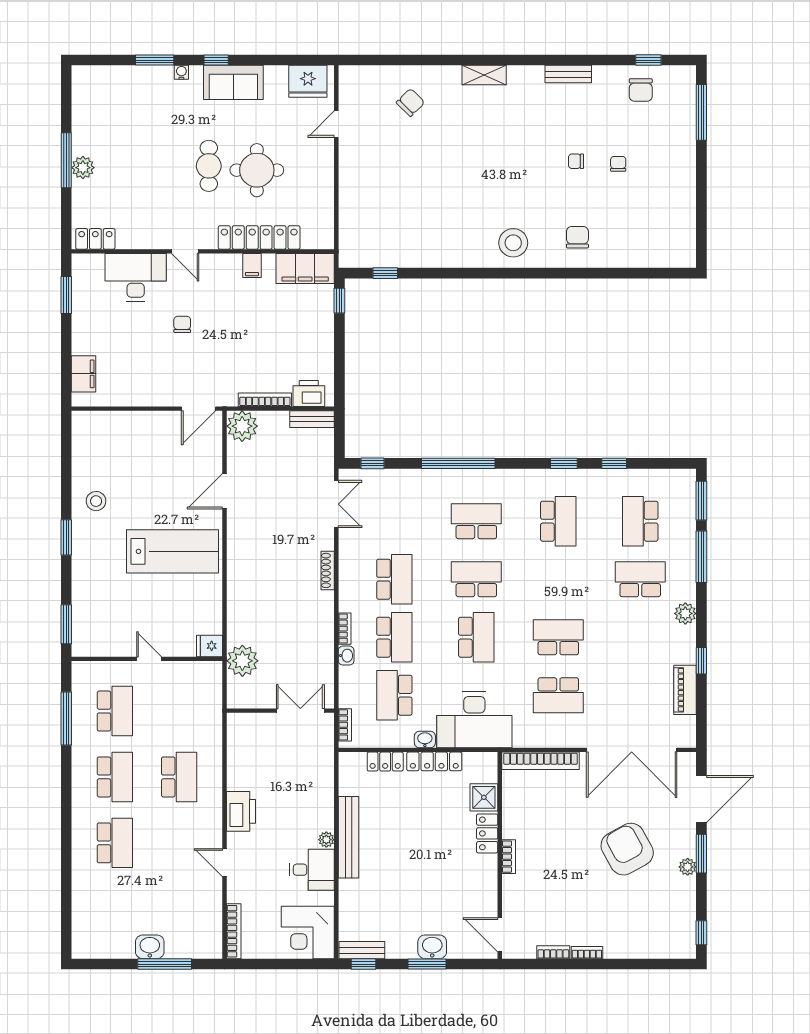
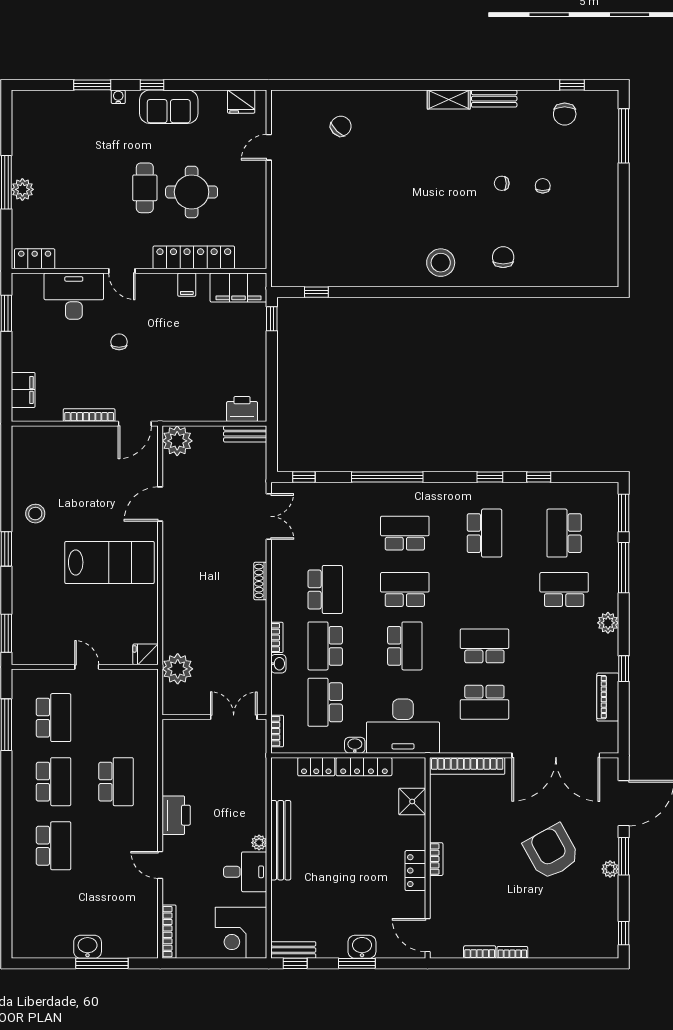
shelving: (484, 75) -> (449, 100), moved
fridge: (308, 81) -> (241, 102), width x0.73, depth x0.75
bookcase: (265, 400) -> (89, 415), moved
school desk: (394, 637) -> (325, 646), turned 180
locker: (487, 833) -> (415, 871), moved

